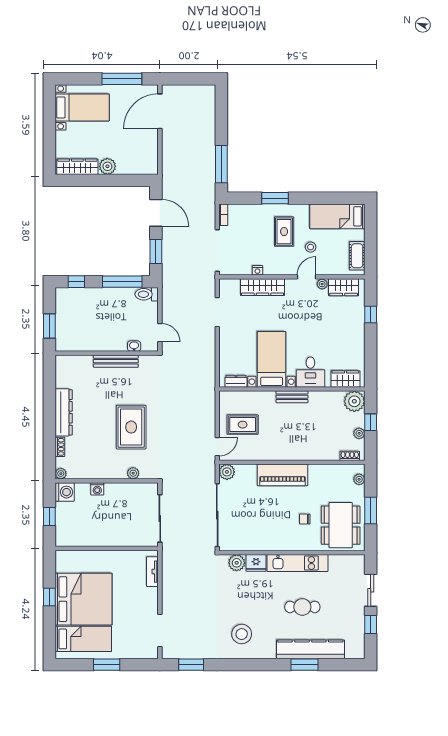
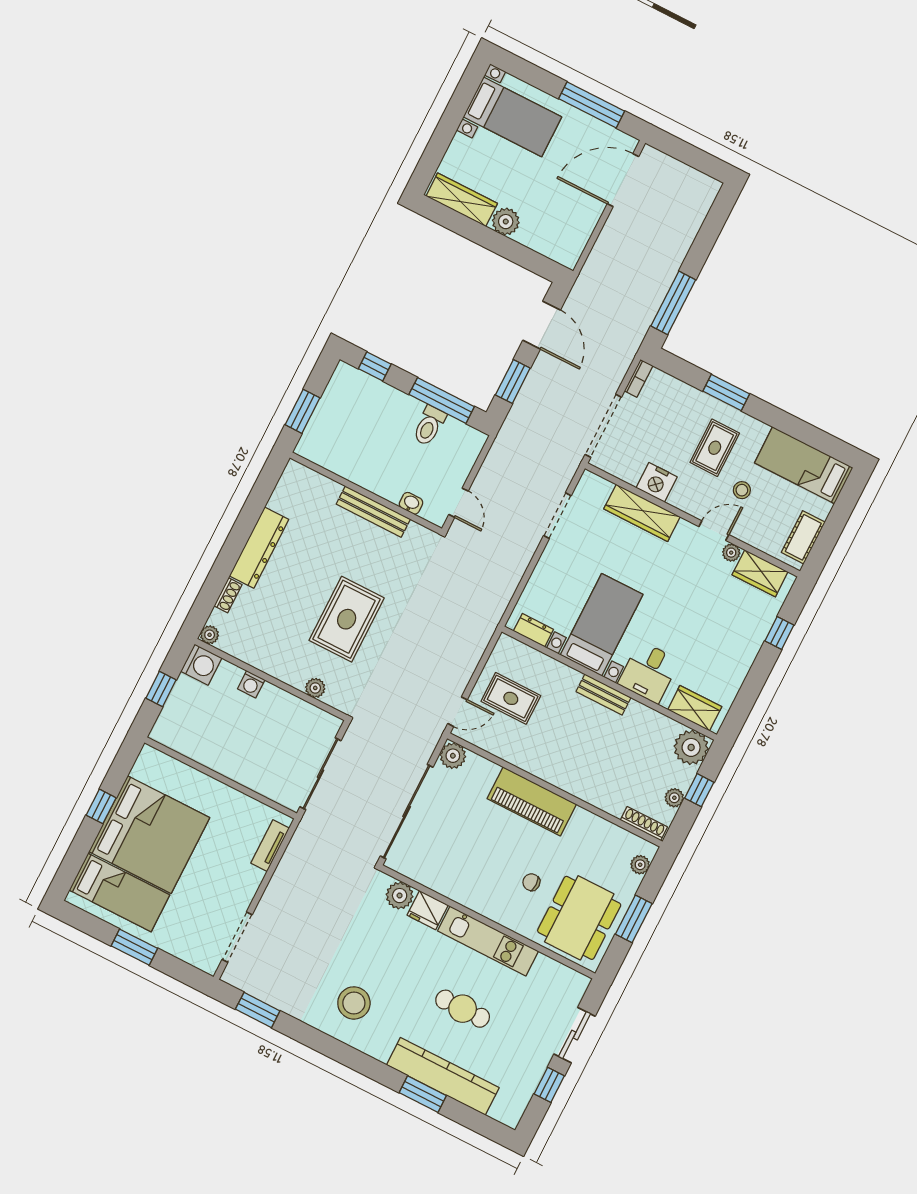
nightstand: (257, 270) -> (657, 482), width x1.89, depth x1.79
toilet: (147, 294) -> (429, 426), moved, turned -90
shoe rack: (350, 456) -> (644, 824), width x1.43

